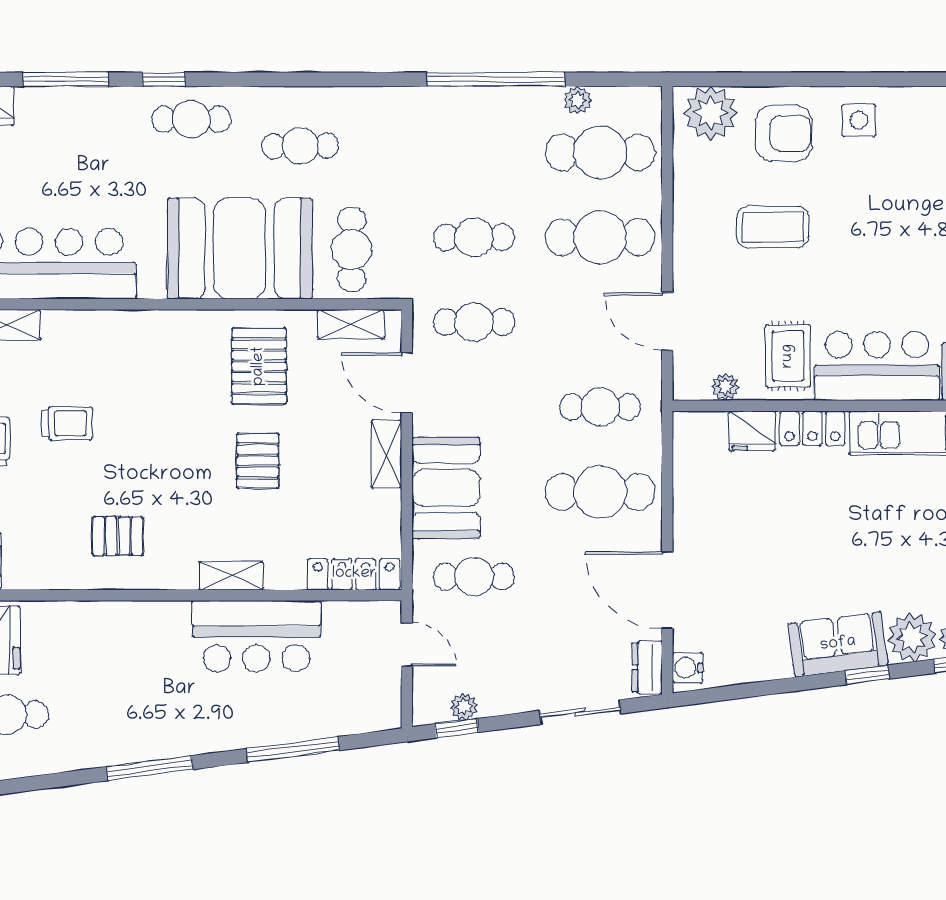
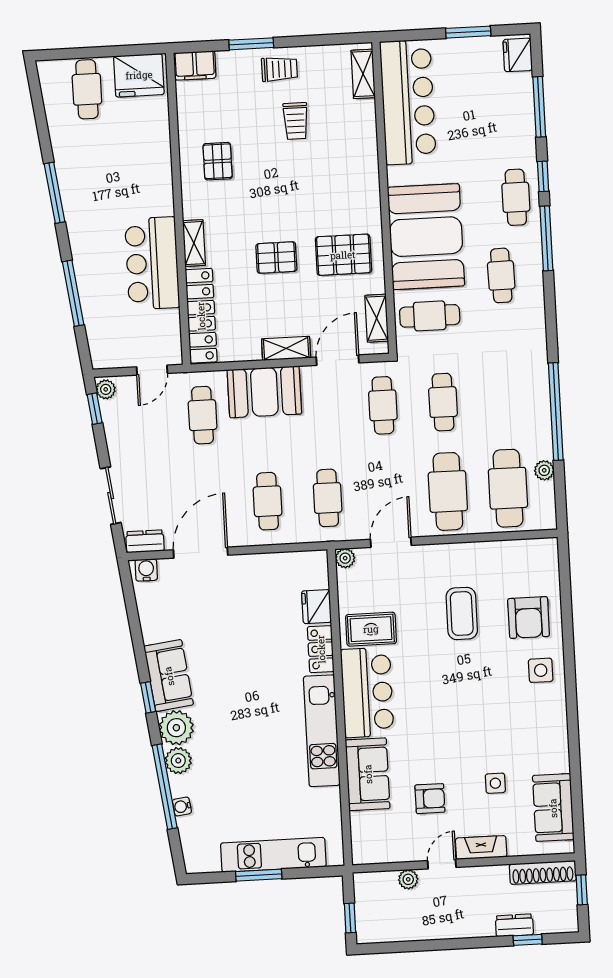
window: (251, 79) -> (546, 238), added
plant: (711, 113) -> (540, 565), removed
plant: (725, 387) -> (345, 558), moved
cafe table: (600, 492) -> (267, 501), width x0.73, depth x0.74
locker: (354, 574) -> (201, 316), width x1.41, depth x1.21
plant: (464, 707) -> (106, 389), moved

